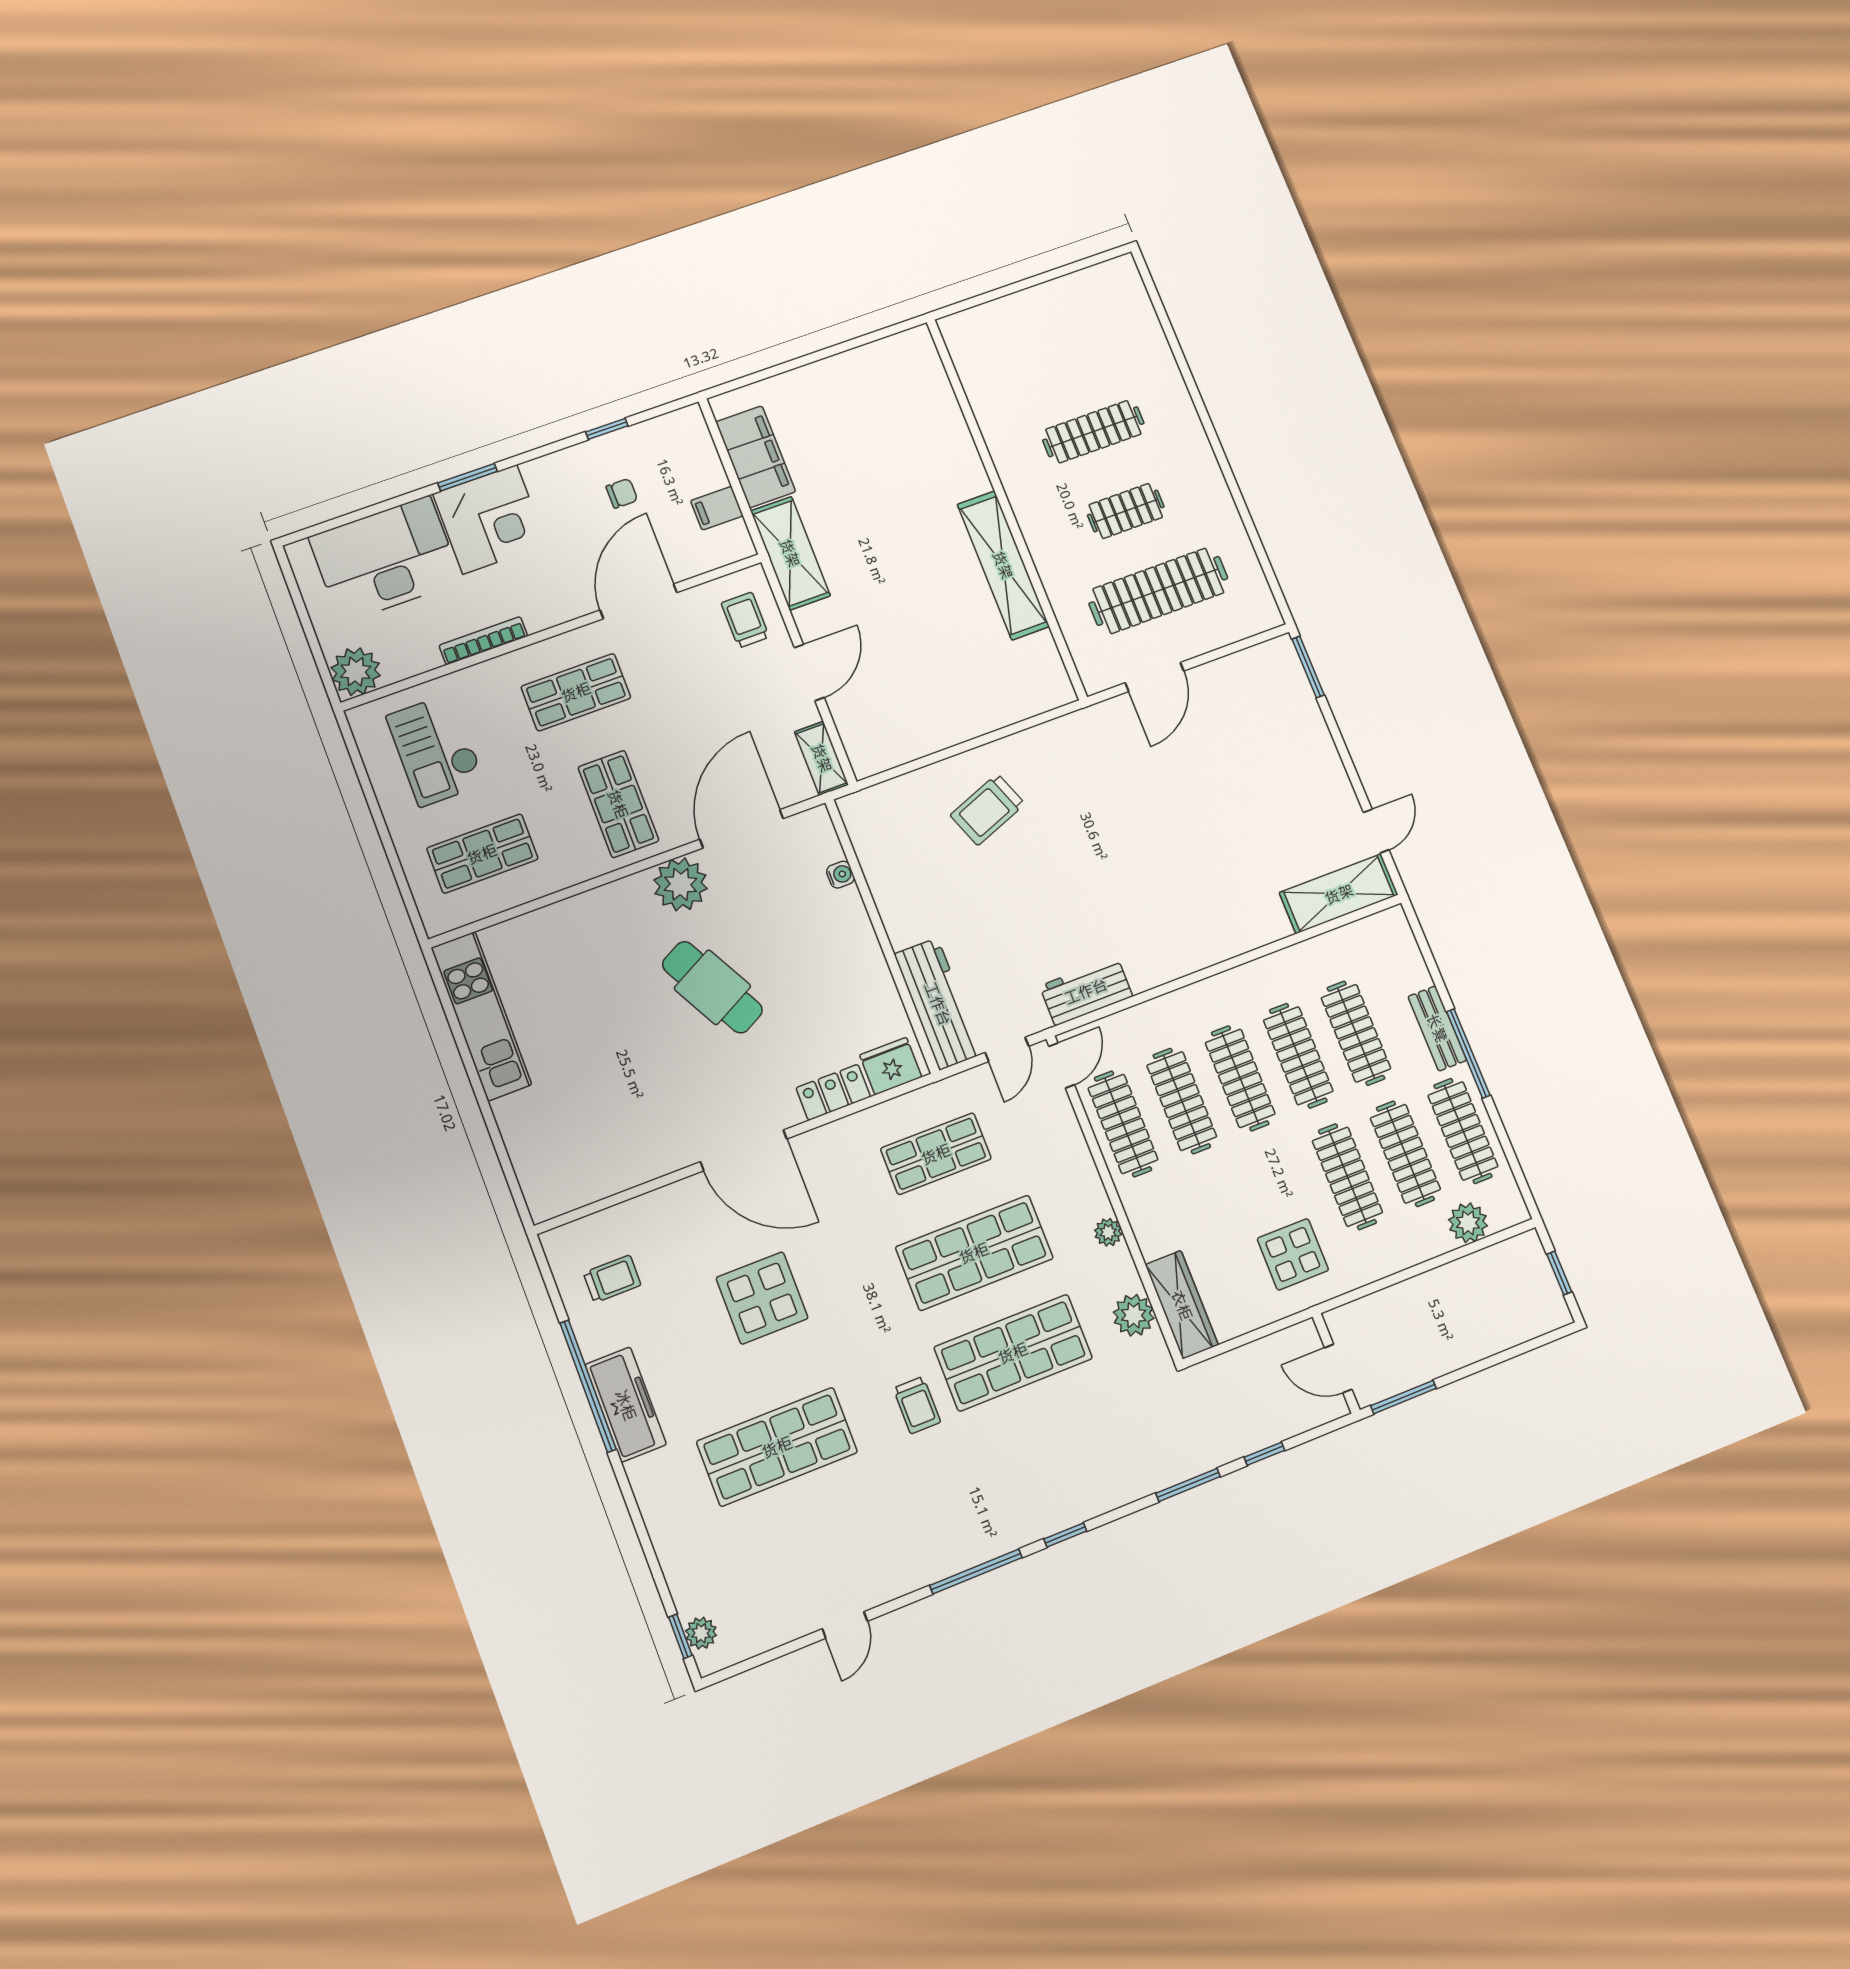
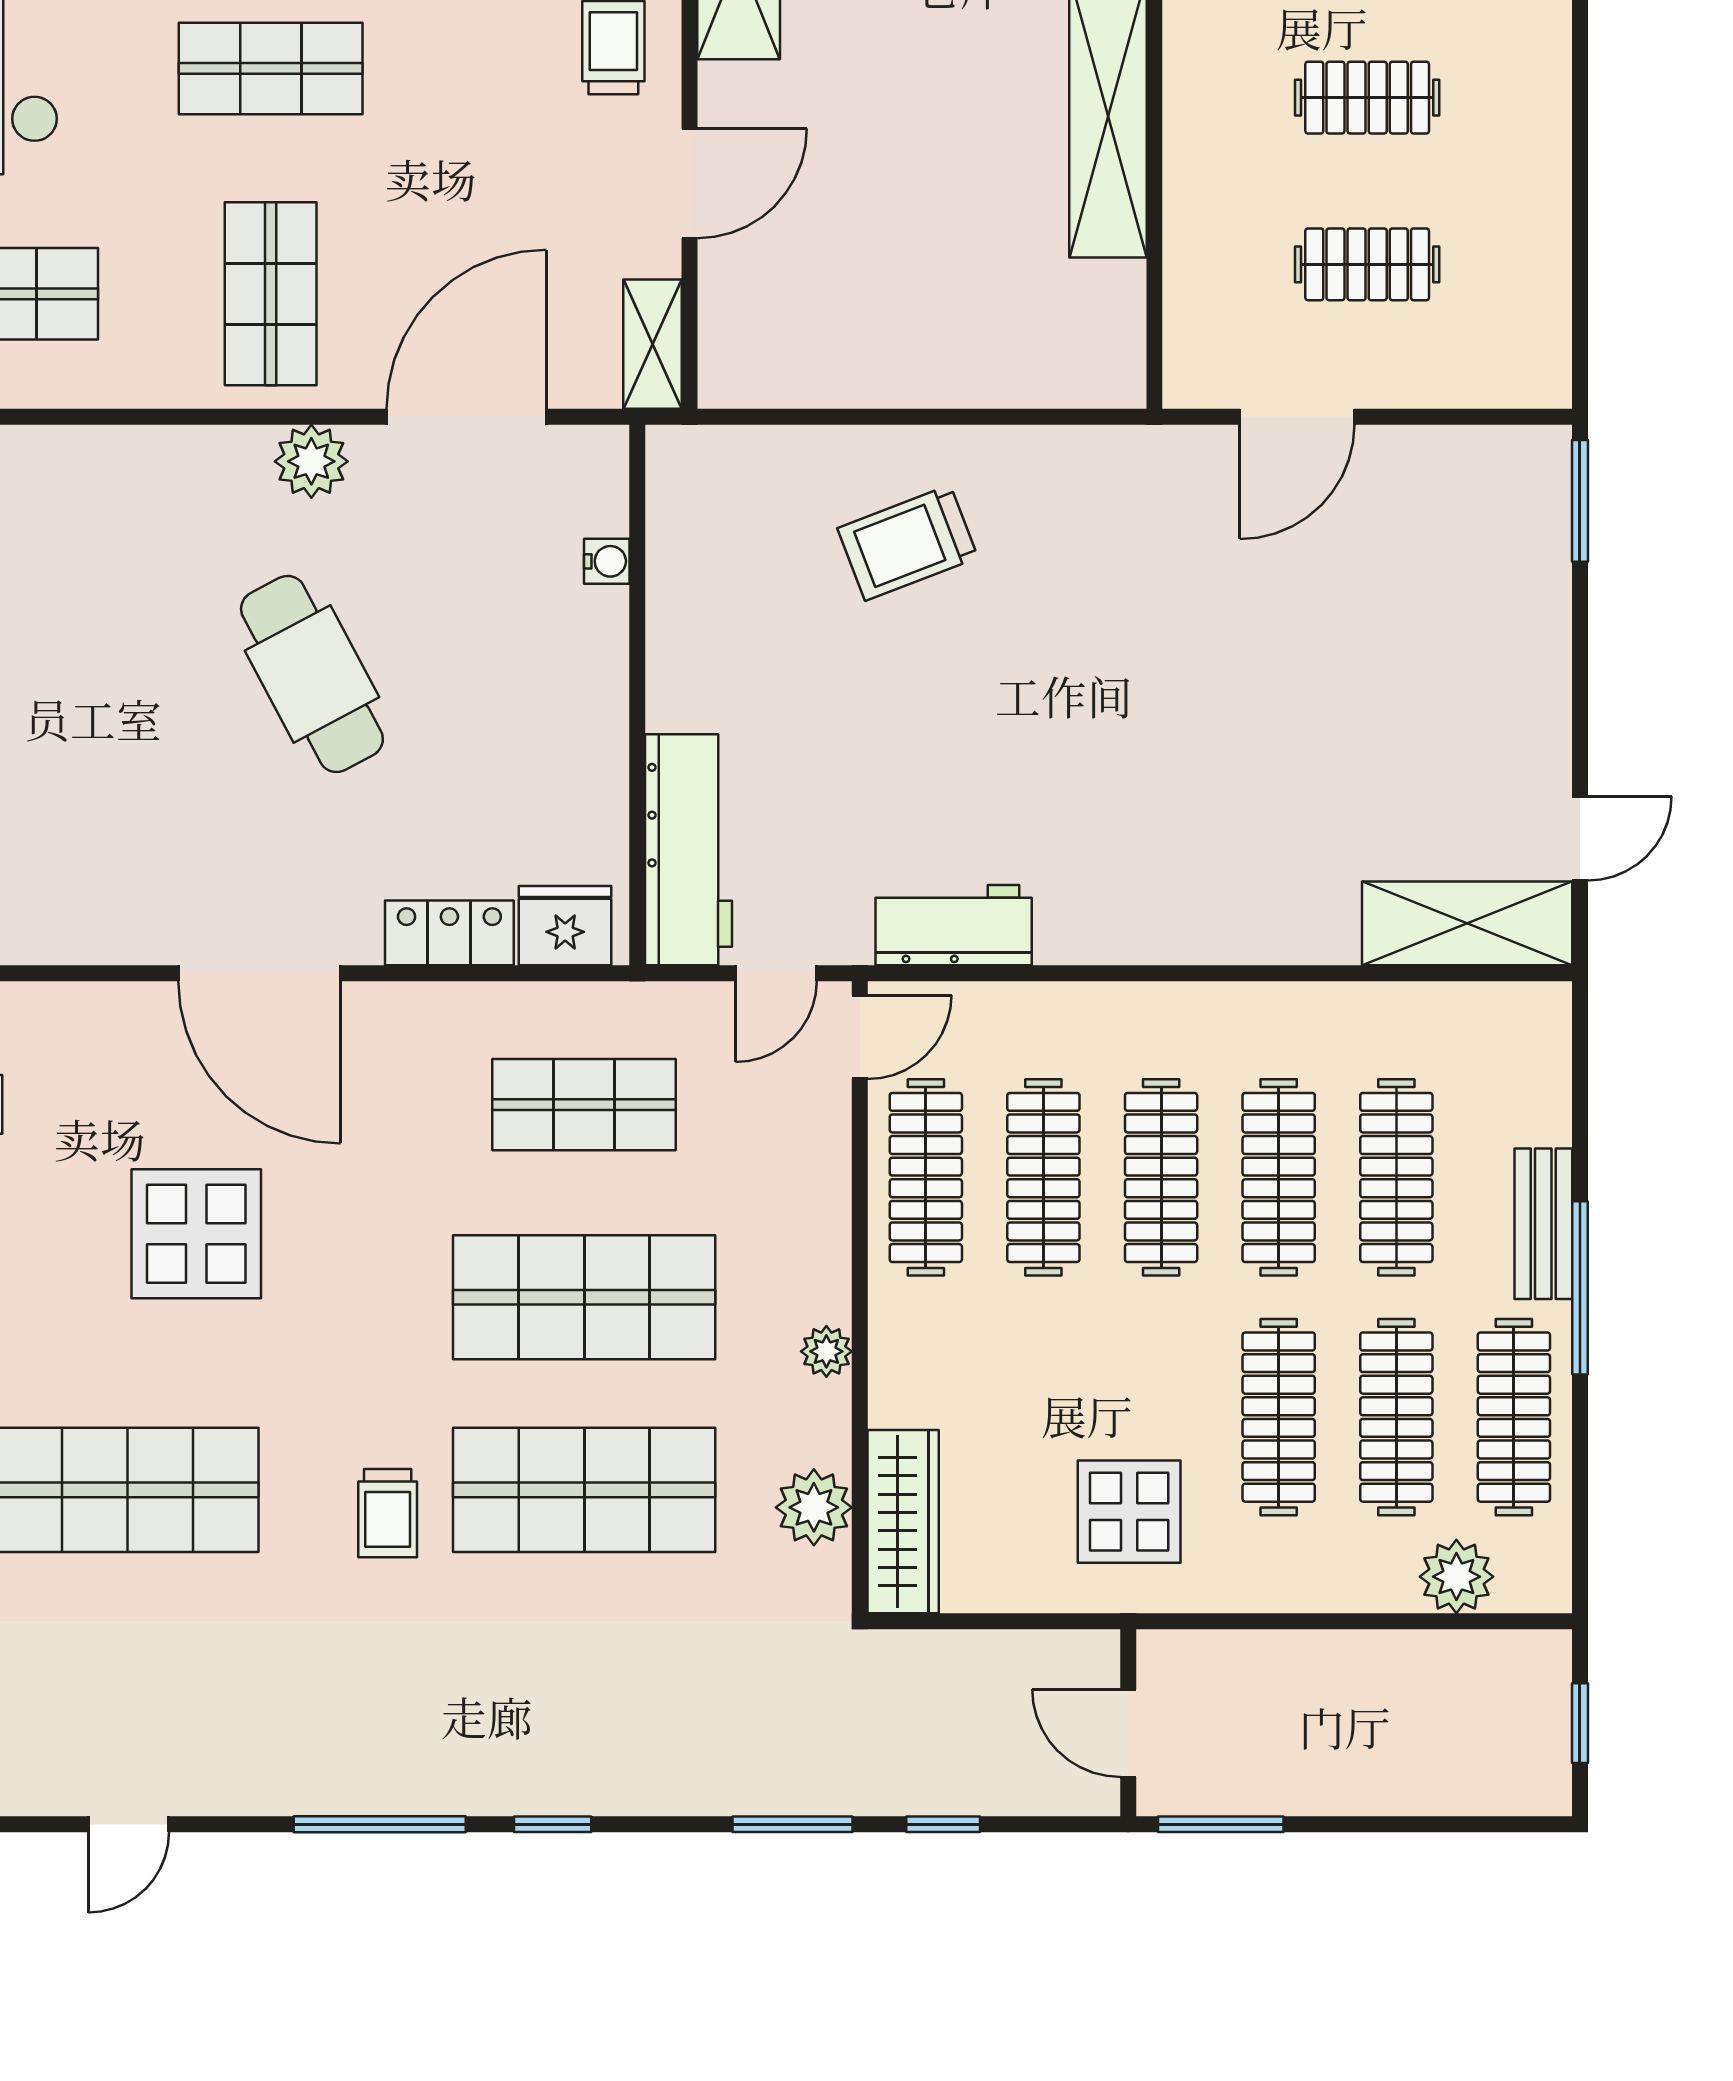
clothes rail: (1158, 591) -> (1367, 264), width x0.54, depth x0.76
plant: (681, 884) -> (311, 461), width x0.73, depth x0.73

